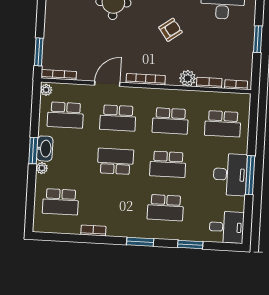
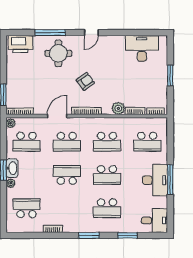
armchair: (171, 30) -> (85, 81), moved
school desk: (61, 202) -> (26, 208), turned 180

